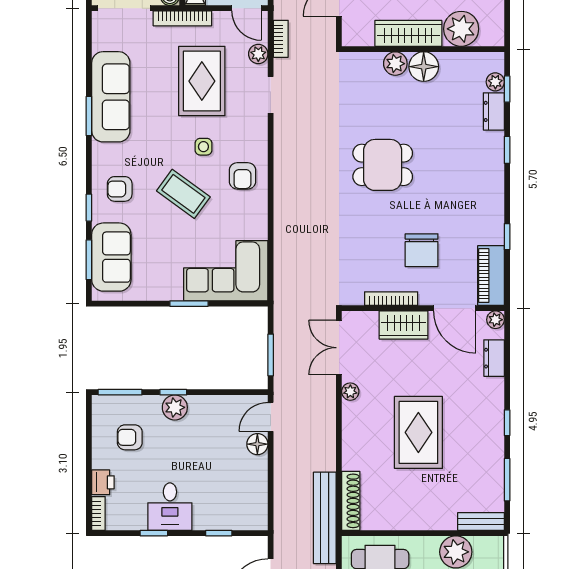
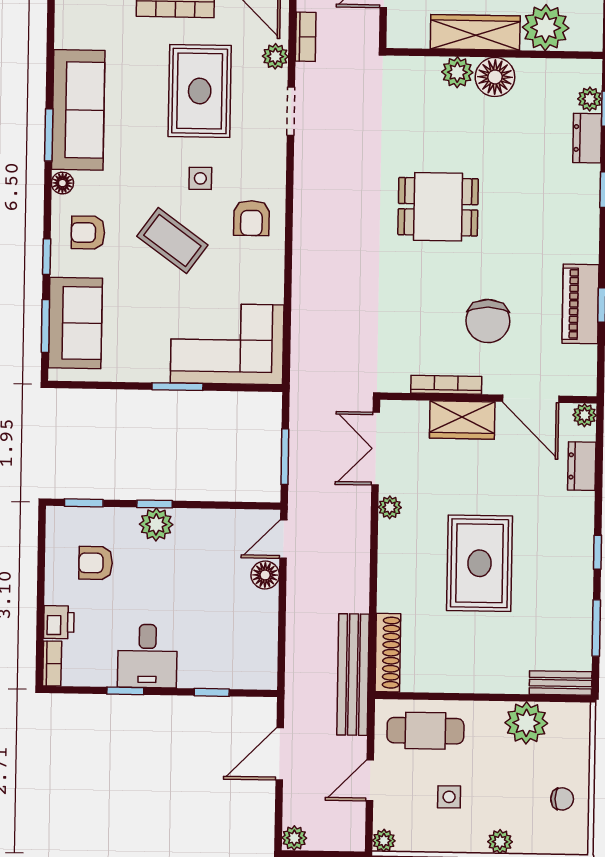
floor lamp: (100, 152) -> (62, 183), added
piano: (491, 276) -> (580, 304), moved
window: (120, 392) -> (84, 503), width x0.67

